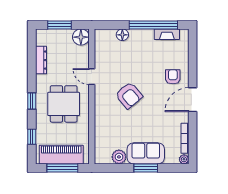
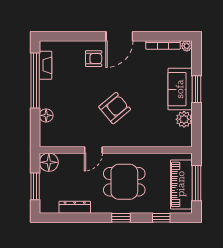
armchair: (173, 77) -> (94, 59), turned 180
door: (193, 100) -> (119, 36), hinge flipped

